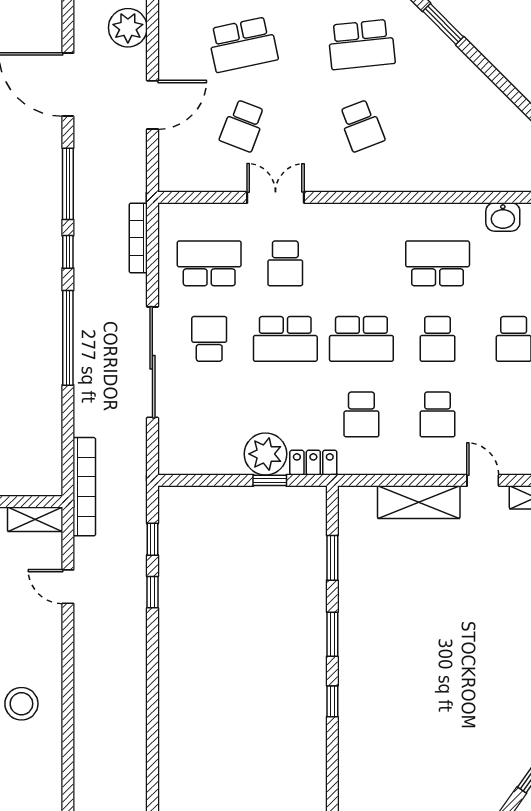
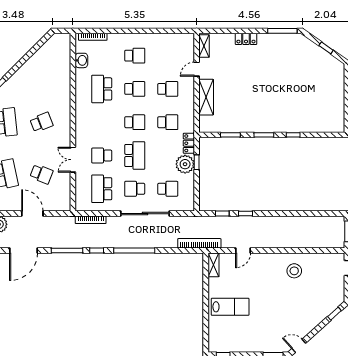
school desk: (285, 263) -> (102, 155), turned 180
school desk: (361, 339) -> (135, 122), width x0.54
school desk: (209, 414) -> (168, 189), added

